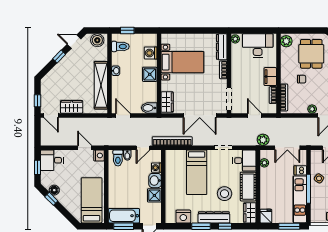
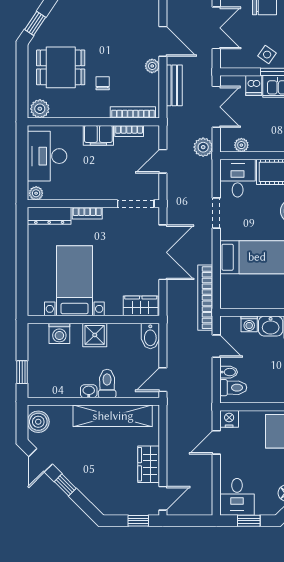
toilet: (120, 46) -> (107, 383), moved
bench: (300, 122) -> (174, 85), added

